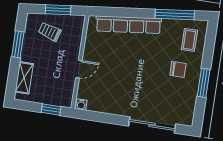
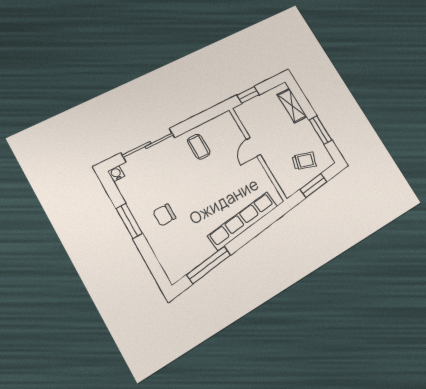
coffee table: (189, 40) -> (199, 147), moved
water cooler: (81, 104) -> (116, 174), moved

